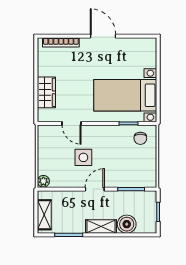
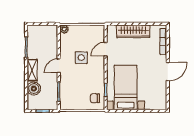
wardrobe: (46, 92) -> (133, 31), width x1.50
door: (95, 189) -> (59, 66), swing flipped
shelving: (44, 215) -> (40, 30), removed

